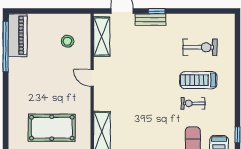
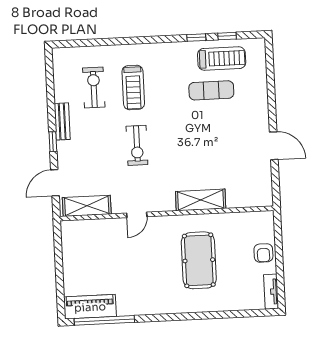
bench: (150, 20) -> (62, 121), moved
stool: (67, 41) -> (94, 247), removed
exercise bike: (193, 103) -> (137, 145), moved, width x1.38, depth x1.39

